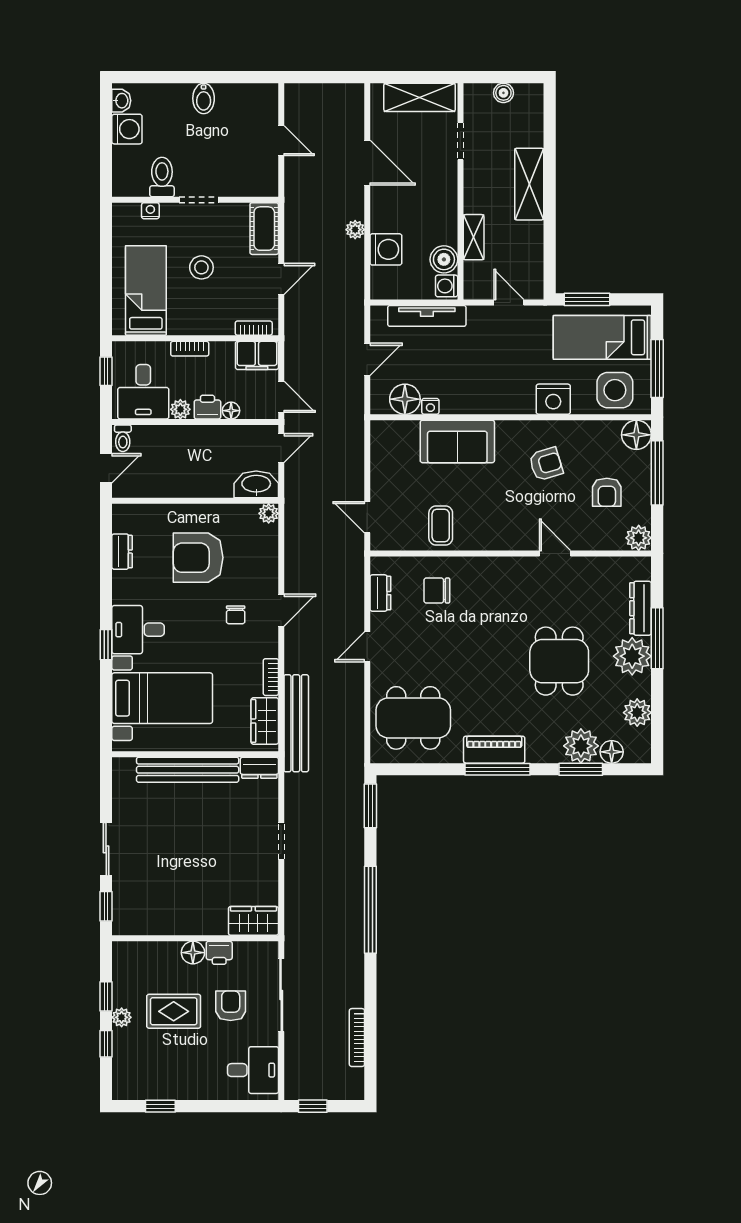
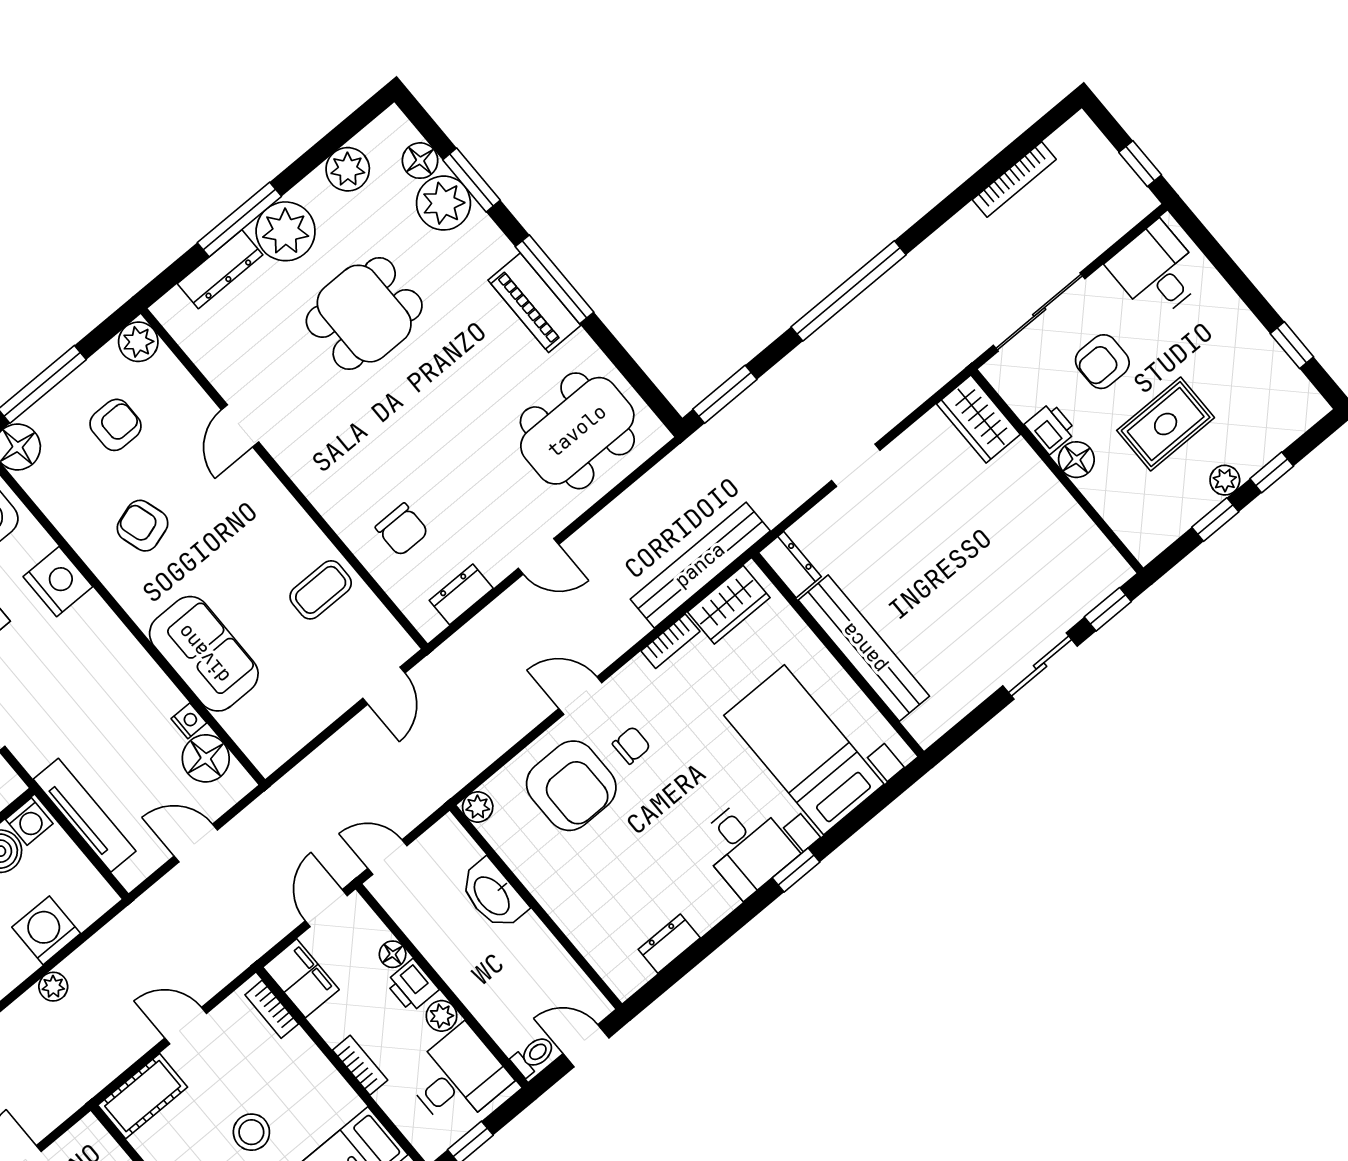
washbasin: (256, 484) -> (493, 895), moved
armchair: (198, 558) -> (571, 786), moved
dining table: (413, 718) -> (577, 431), turned 90
rug: (174, 1011) -> (1166, 424), turned 90

